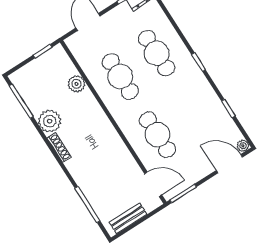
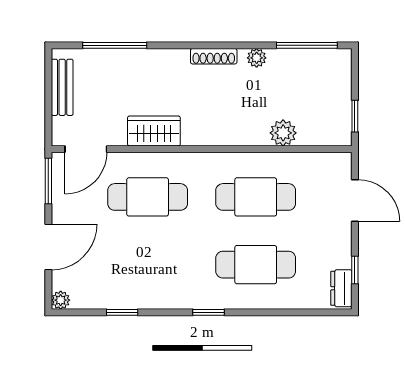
plant: (50, 121) -> (257, 58), width x0.53, depth x0.53
wardrobe: (120, 154) -> (154, 131), added
door: (229, 164) -> (48, 247), moved

